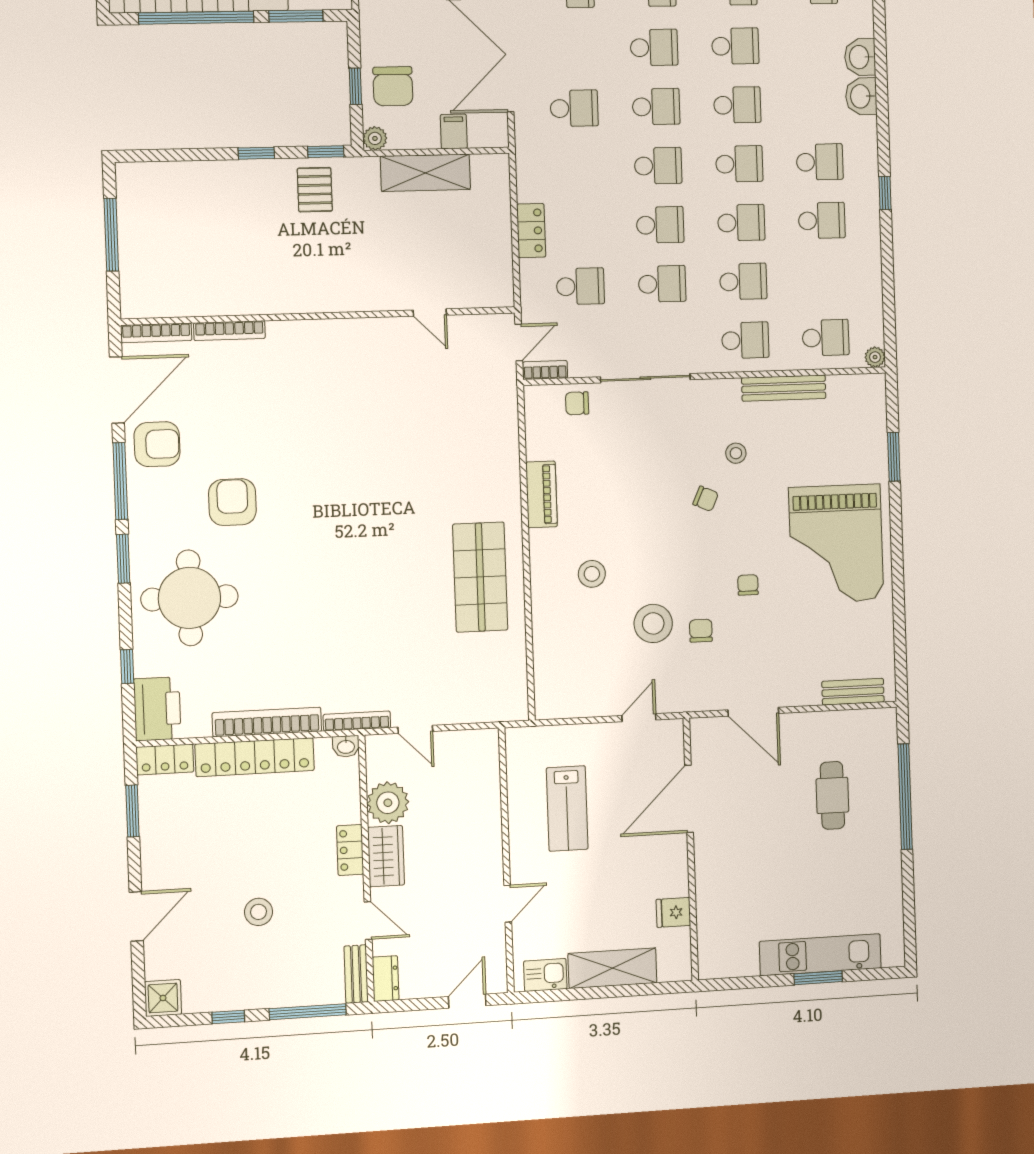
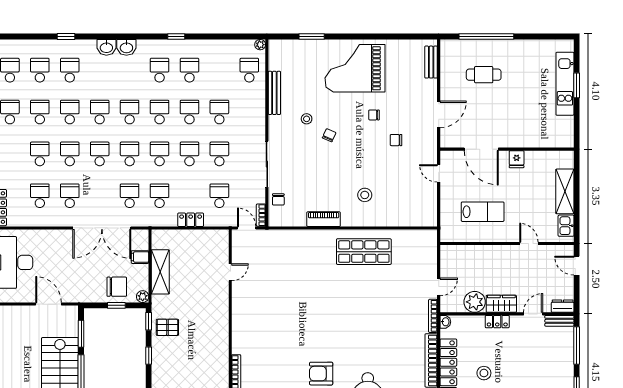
school desk: (745, 340) -> (160, 196), moved
grand piano: (836, 544) -> (355, 68), turned 180
stool: (653, 623) -> (391, 164), removed
stool: (258, 912) -> (484, 373), moved
fridge: (673, 912) -> (517, 159), moved

